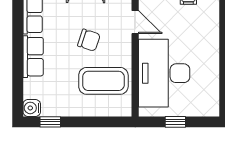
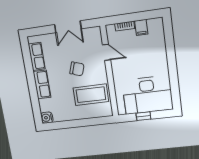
desk: (164, 73) -> (148, 95), moved, turned -90
window: (50, 122) -> (60, 125), removed

